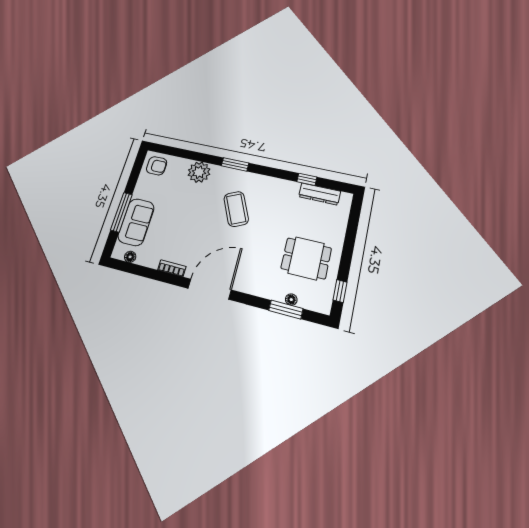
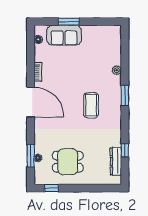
armchair: (157, 166) -> (110, 36), removed
plant: (199, 172) -> (117, 70), width x0.53, depth x0.53
coffee table: (236, 209) -> (91, 105), turned -65
window: (121, 212) -> (69, 22), width x0.69
dining table: (306, 258) -> (68, 162), turned 90

